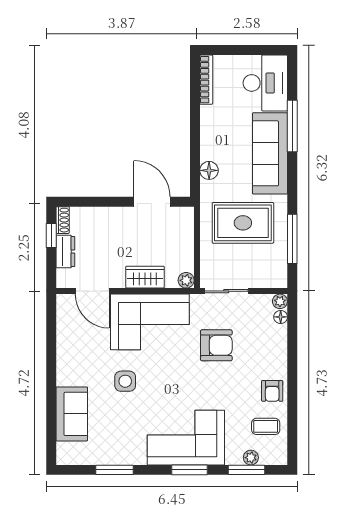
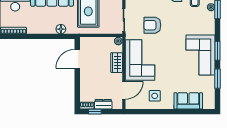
armchair: (216, 345) -> (152, 25), turned -90
side table: (125, 381) -> (155, 96), moved
corner sofa: (186, 438) -> (201, 55), moved
window: (189, 470) -> (217, 51), moved

